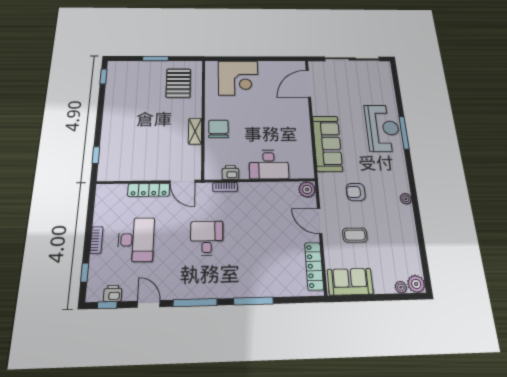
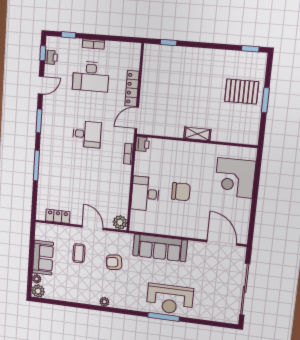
pallet: (178, 83) -> (242, 92), moved
chair: (218, 129) -> (181, 192), moved
shelving: (195, 131) -> (197, 134), moved
printer: (230, 172) -> (142, 144), moved
armchair: (356, 192) -> (114, 262), turned -97
door: (320, 221) -> (93, 228), hinge flipped
locker: (314, 266) -> (58, 216), width x0.66
sofa: (350, 282) -> (43, 258), moved
window: (195, 303) -> (39, 121), width x0.69

